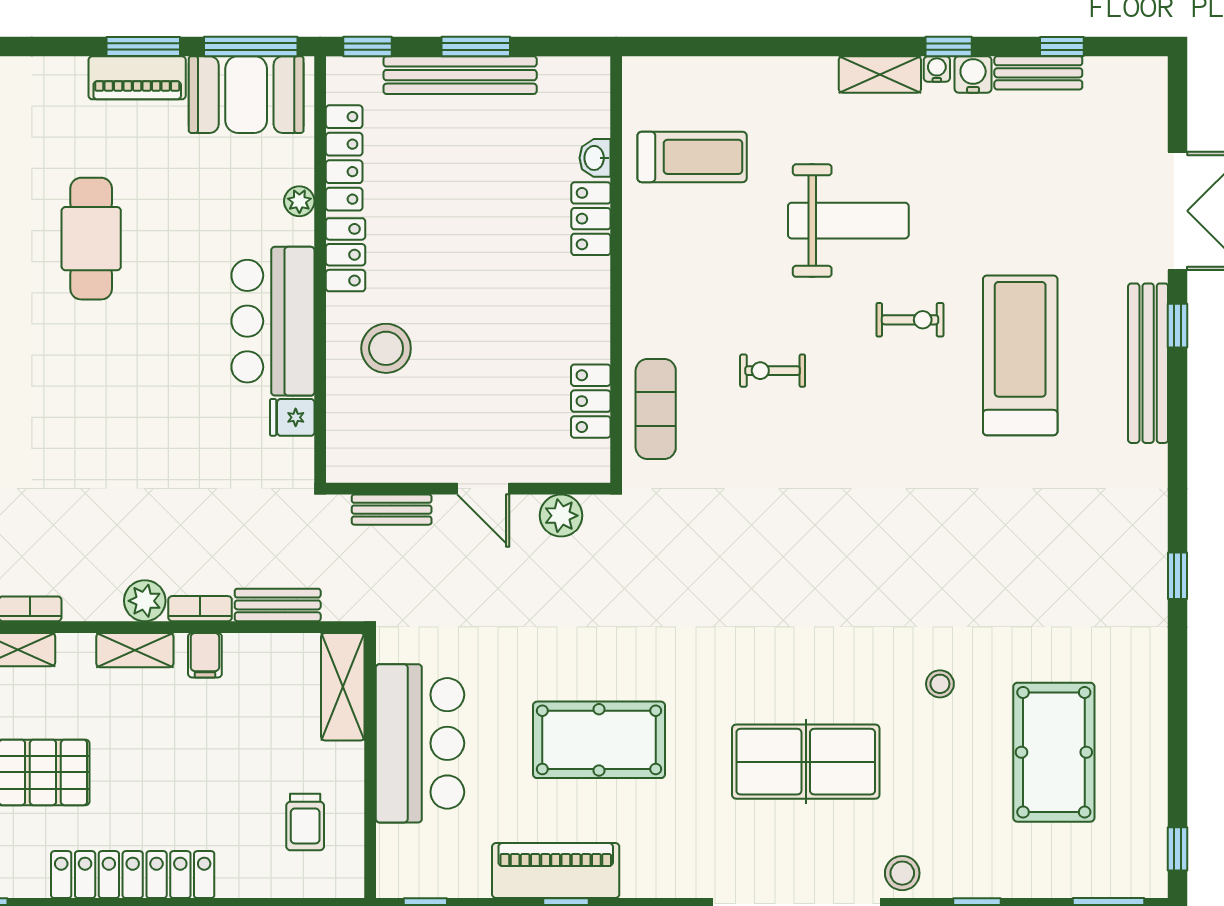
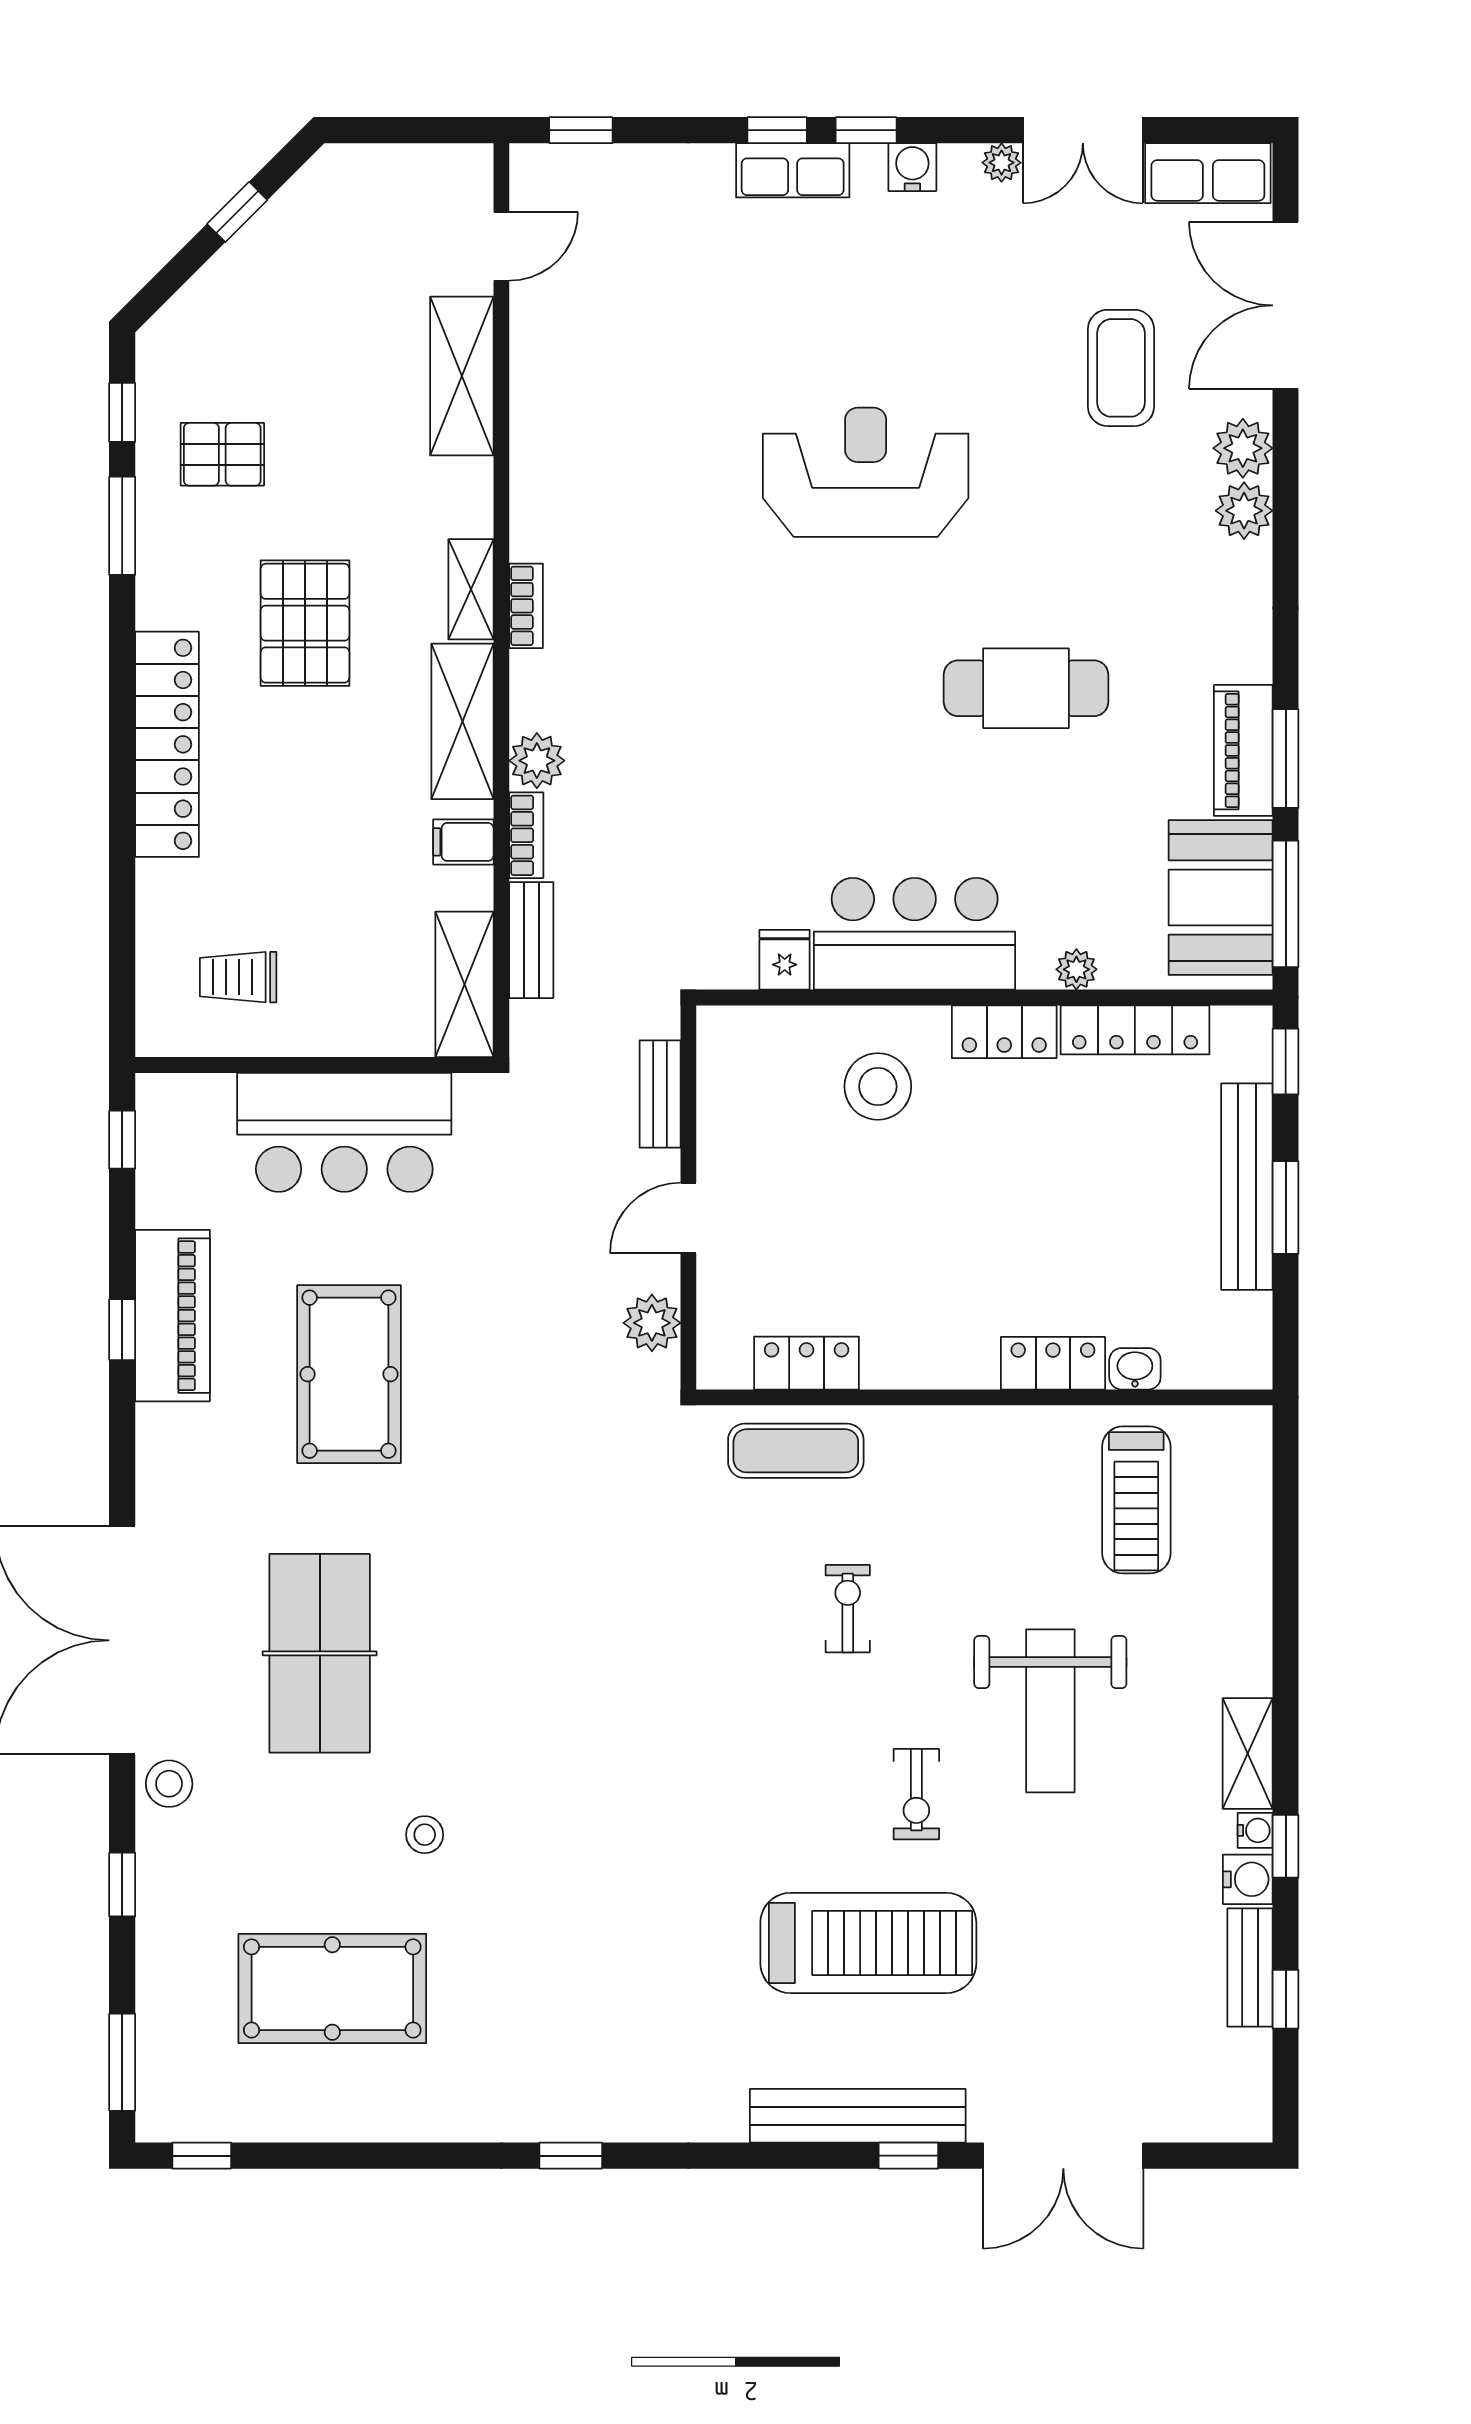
shelving: (135, 650) -> (462, 721), width x1.50, depth x1.33
shelving: (343, 687) -> (464, 984), moved, turned 90

